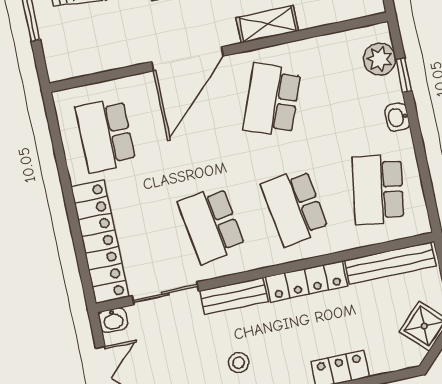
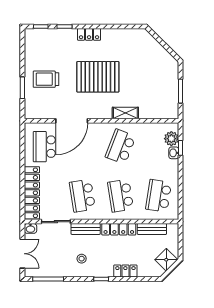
door: (187, 59) -> (72, 121), moved
washbasin: (397, 117) -> (174, 153), moved
bench: (390, 263) -> (152, 229), width x0.73

